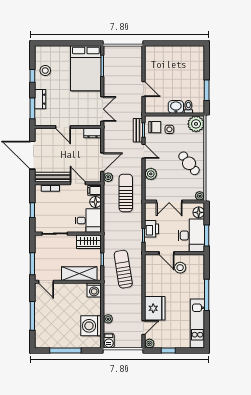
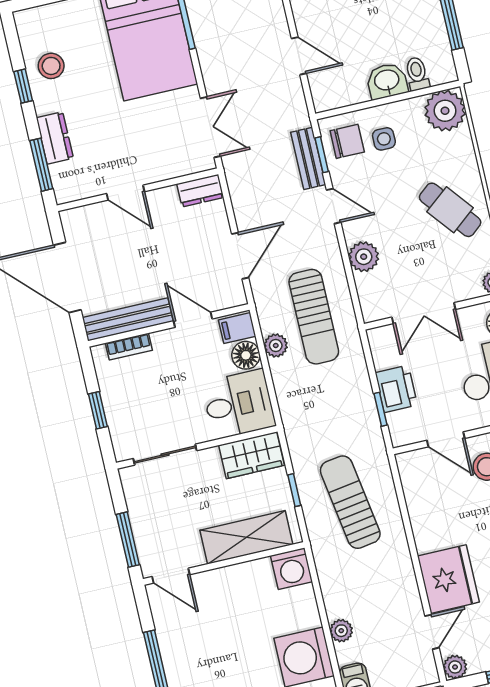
plant: (108, 177) -> (276, 345), moved
sun lounger: (126, 193) -> (314, 317), turned 180

